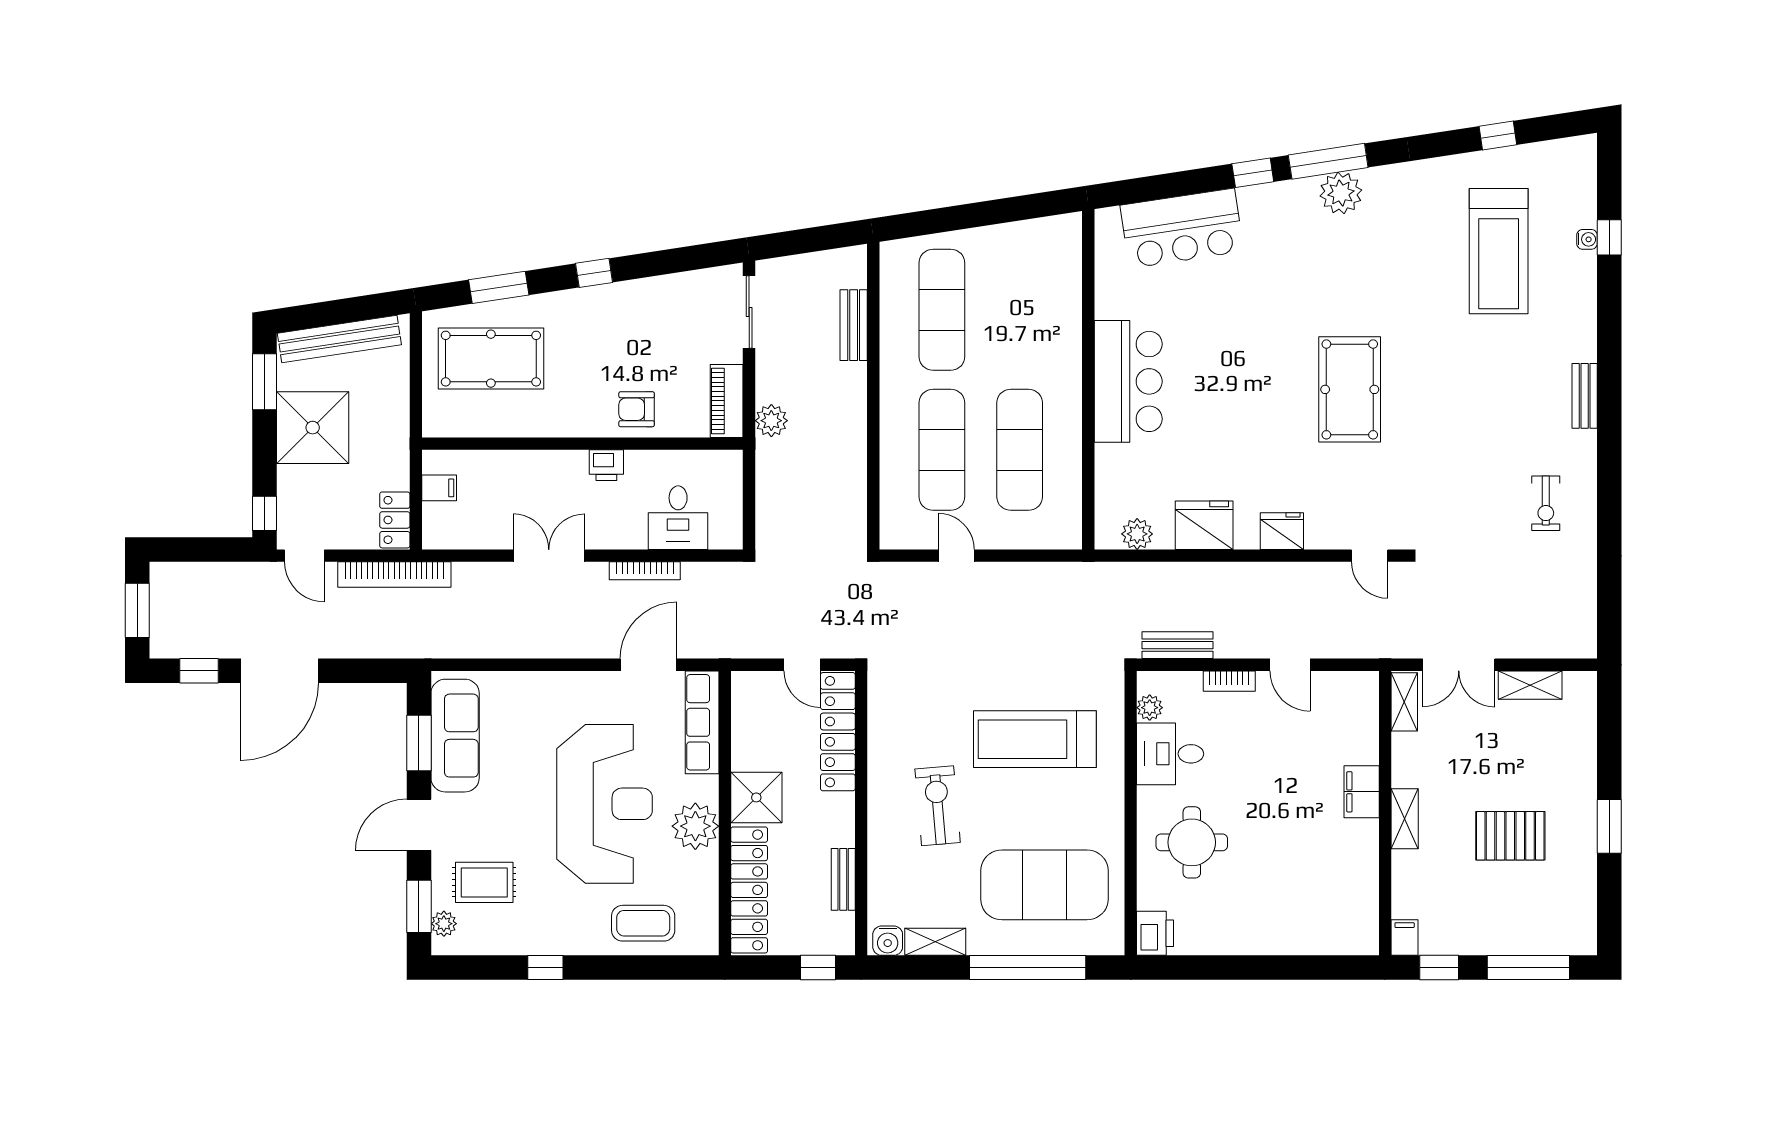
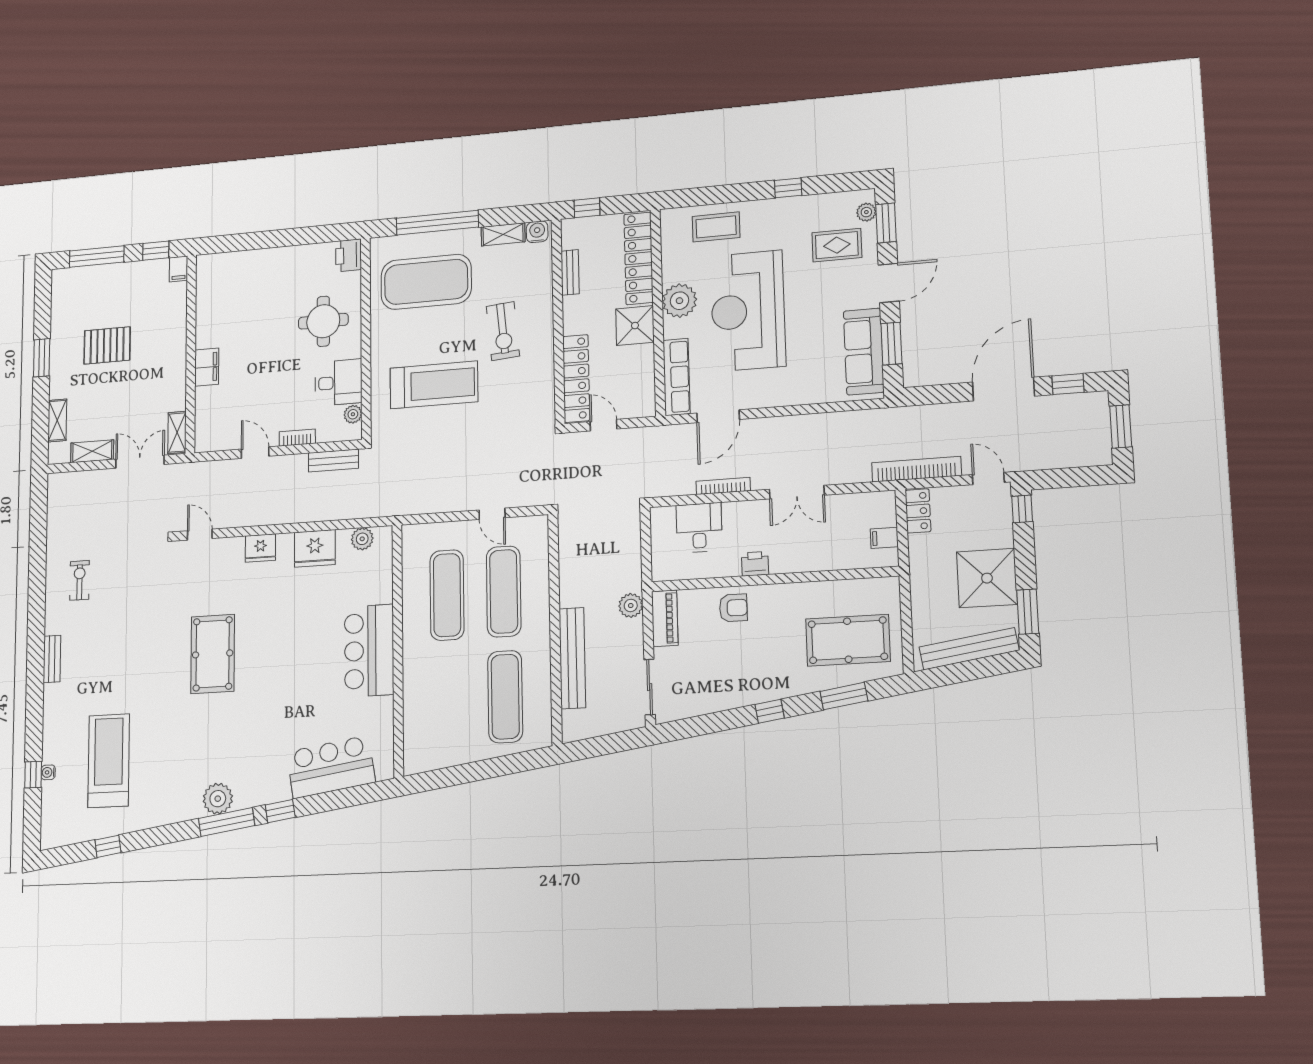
bench: (854, 325) -> (572, 658), width x1.86, depth x1.21
shelving: (1405, 819) -> (57, 420), moved

